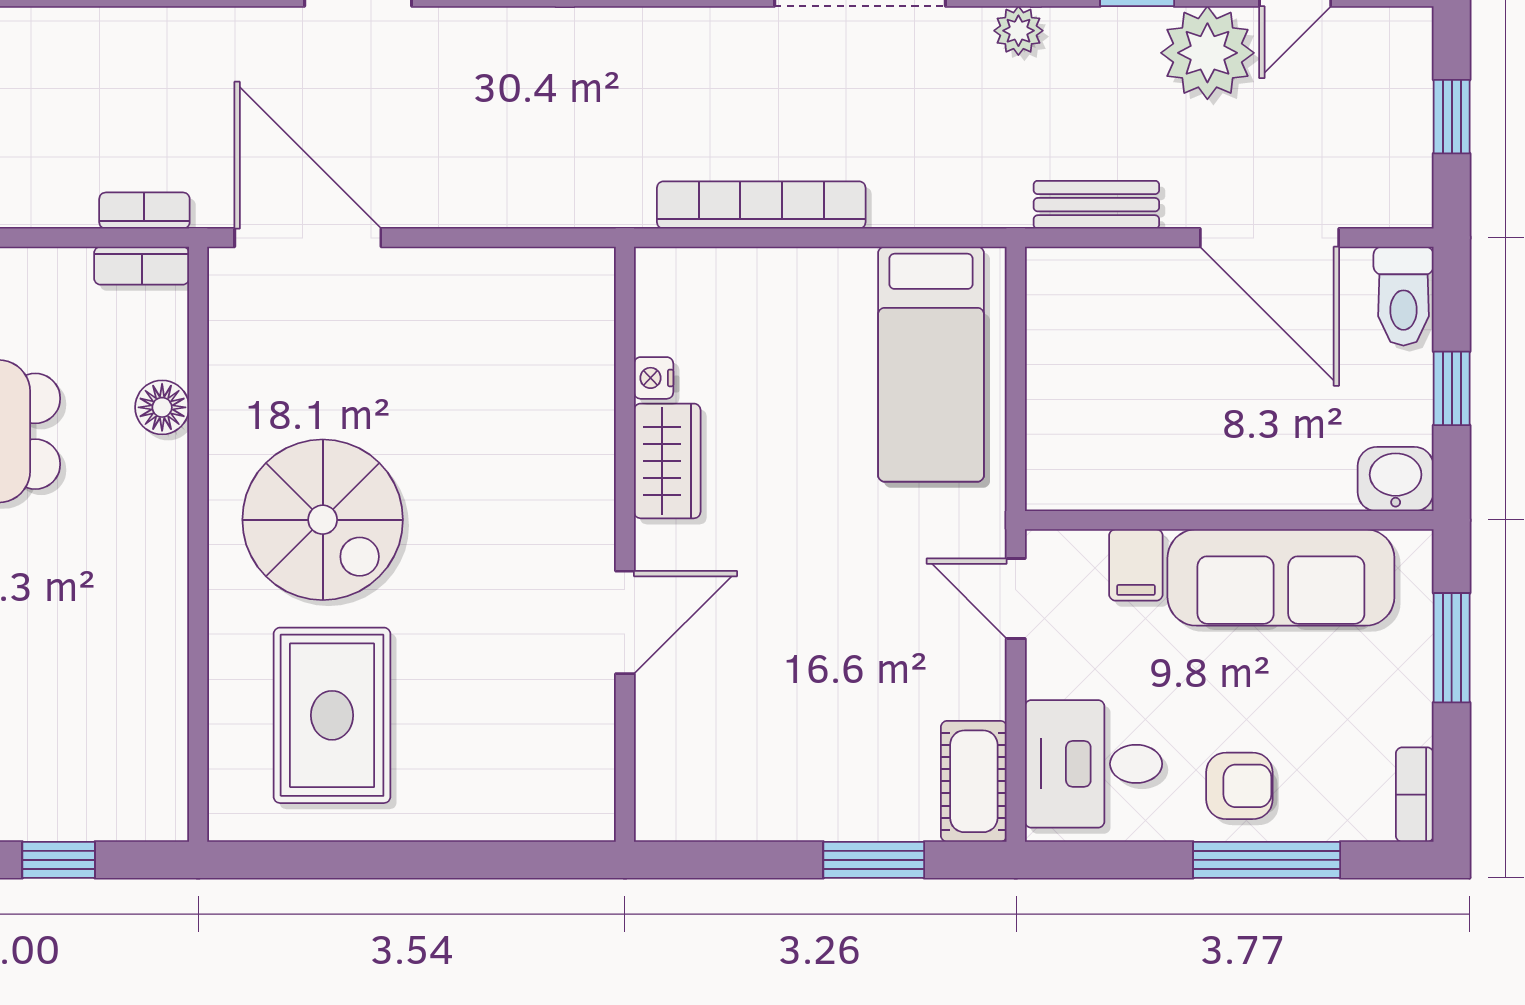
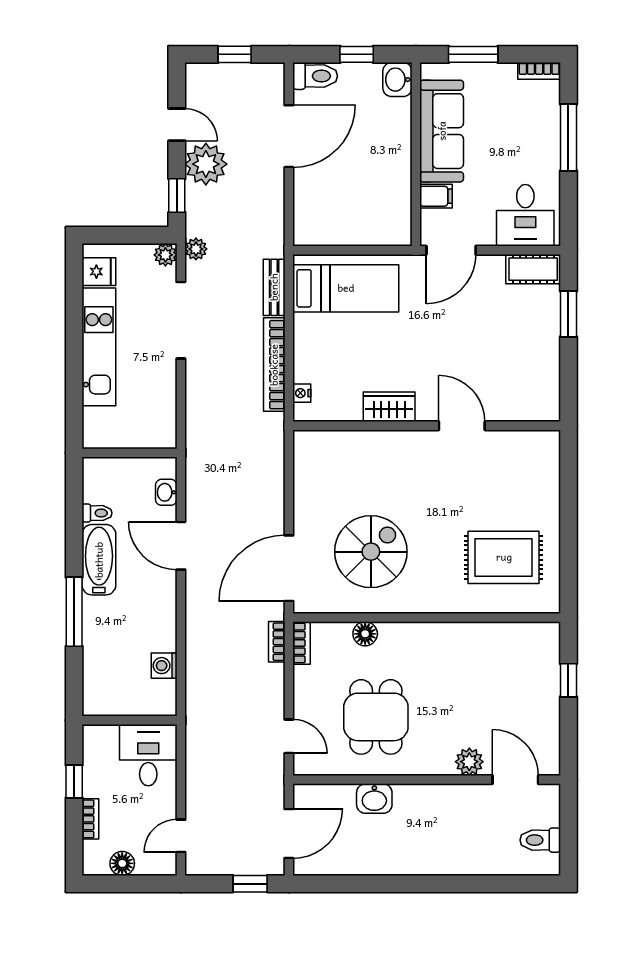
bench: (1096, 205) -> (274, 287), moved
nightstand: (654, 378) -> (302, 393), moved, turned 90
spiral stairs: (323, 520) -> (371, 552), moved
door: (1016, 598) -> (451, 250), width x1.38
armchair: (1239, 786) -> (535, 150), removed

